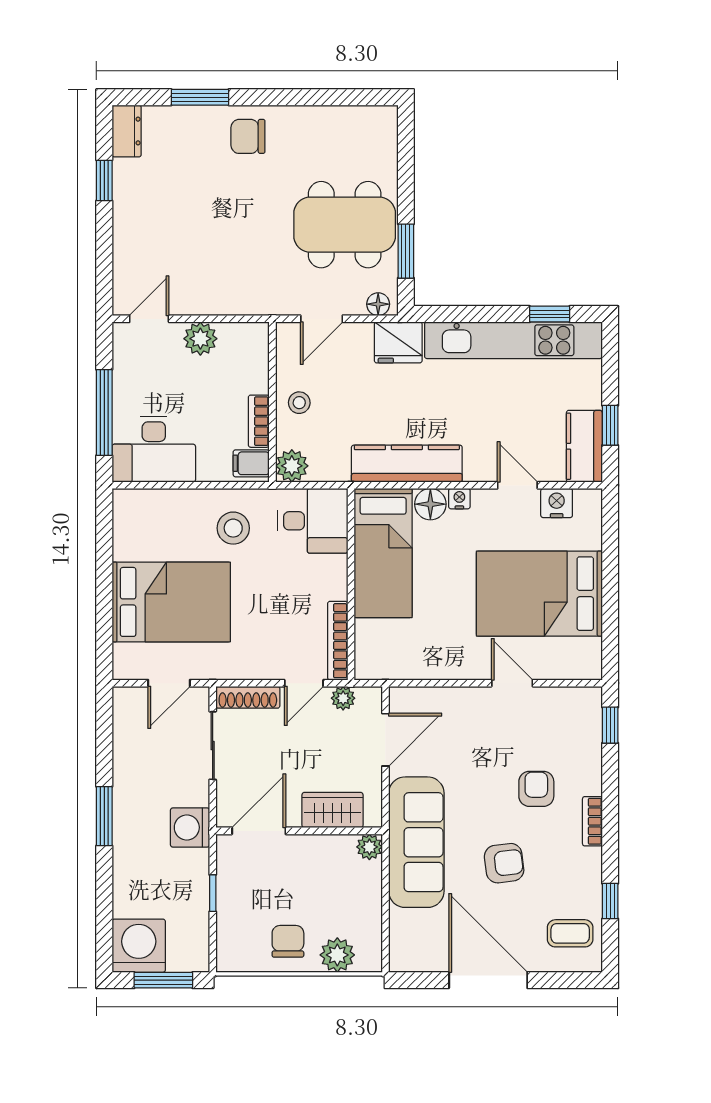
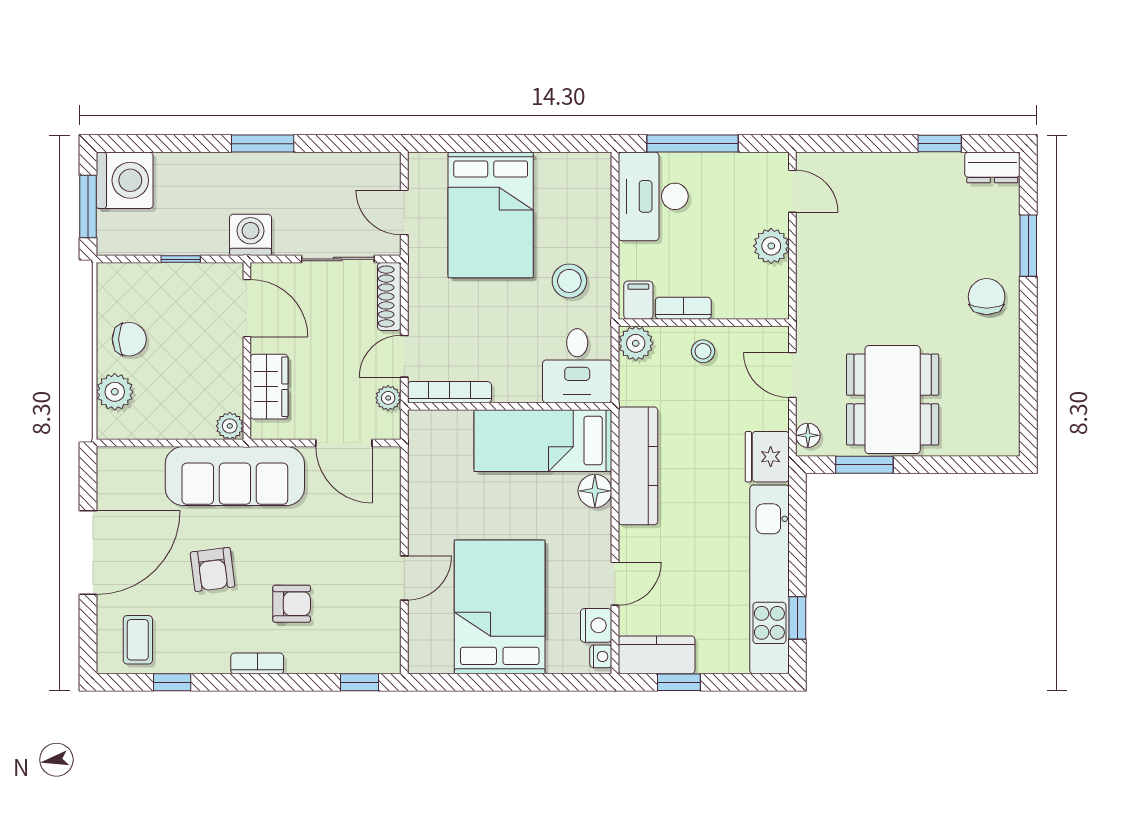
nightstand: (459, 499) -> (601, 656), moved
door: (304, 683) -> (404, 356), hinge flipped

